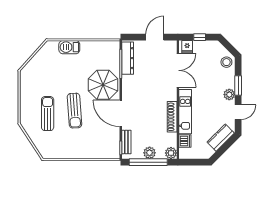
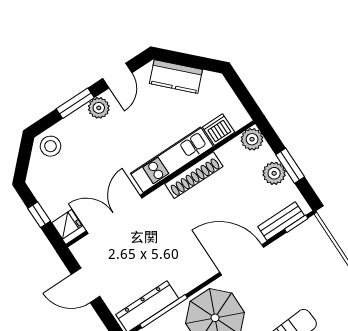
door: (238, 112) -> (117, 76), swing flipped
door: (121, 113) -> (242, 260), swing flipped
window: (148, 162) -> (290, 166), width x0.47

